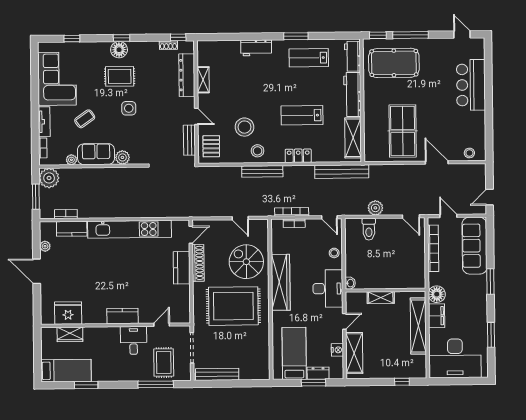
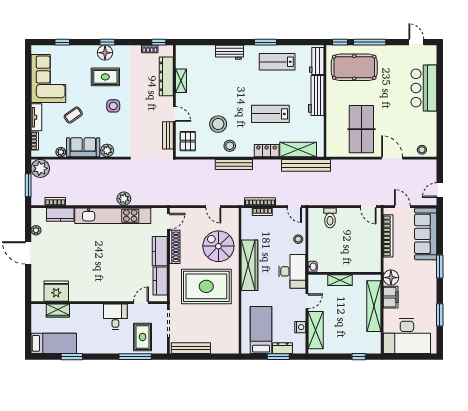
shelving: (353, 138) -> (298, 150), moved, turned 90
plant: (375, 208) -> (124, 199), moved
kitchen counter: (123, 316) -> (160, 281), moved, turned -90

